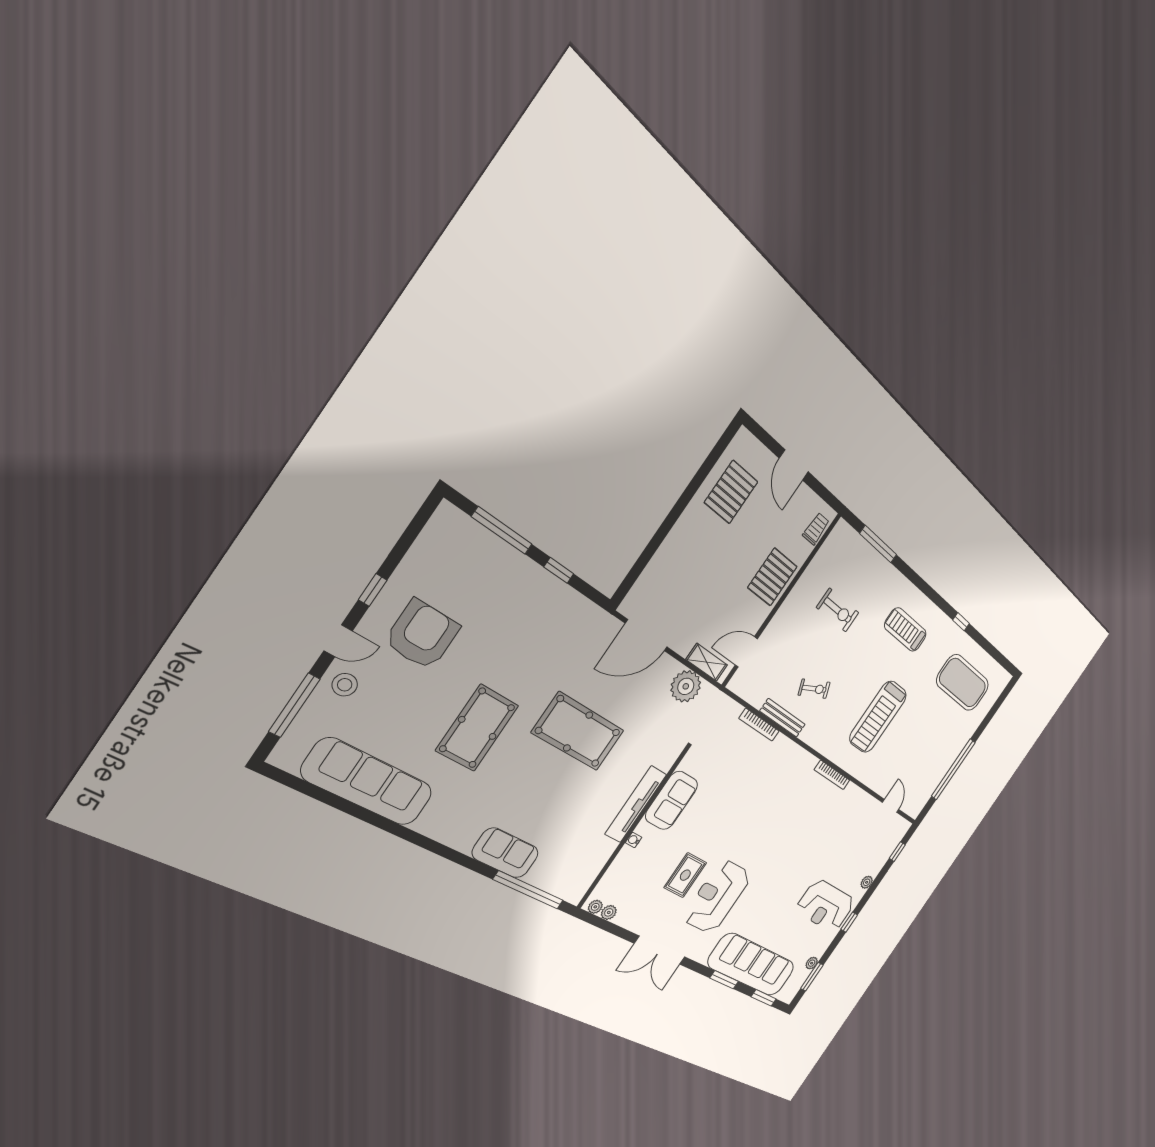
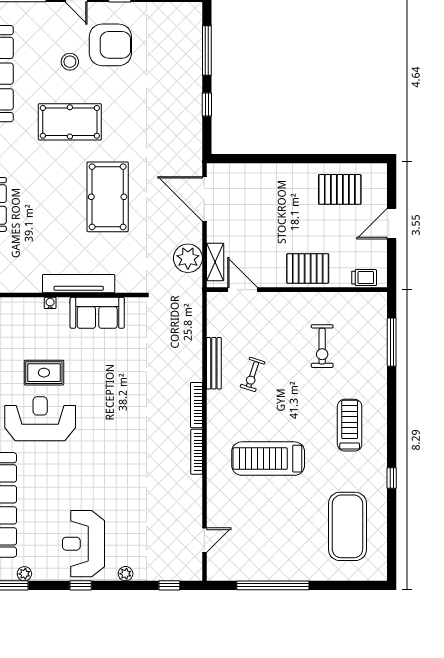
stool: (345, 685) -> (70, 62), moved
exercise bike: (814, 689) -> (253, 374), turned 42
bookcase: (759, 725) -> (196, 405), moved

